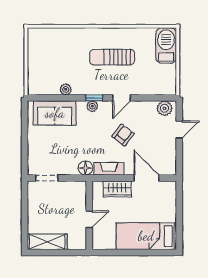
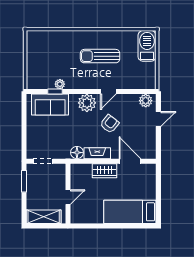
window: (94, 98) -> (55, 92), moved
plant: (92, 106) -> (87, 103), width x1.87, depth x1.87
window: (25, 201) -> (24, 181), added
wall: (89, 215) -> (68, 194), moved
door: (89, 219) -> (68, 197), moved

